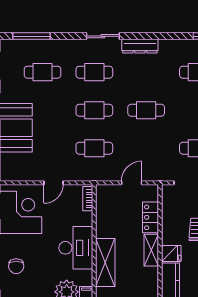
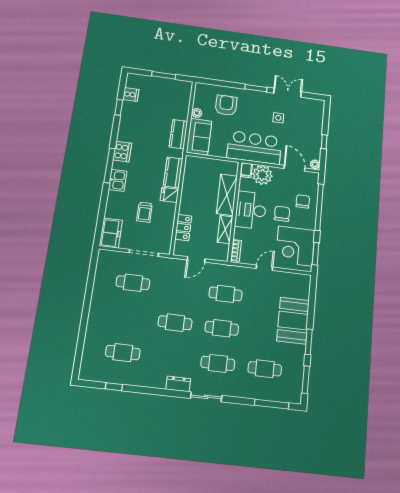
dresser: (140, 46) -> (178, 384), width x0.70
chair: (39, 248) -> (282, 214), added
shelving: (151, 250) -> (225, 230), moved

